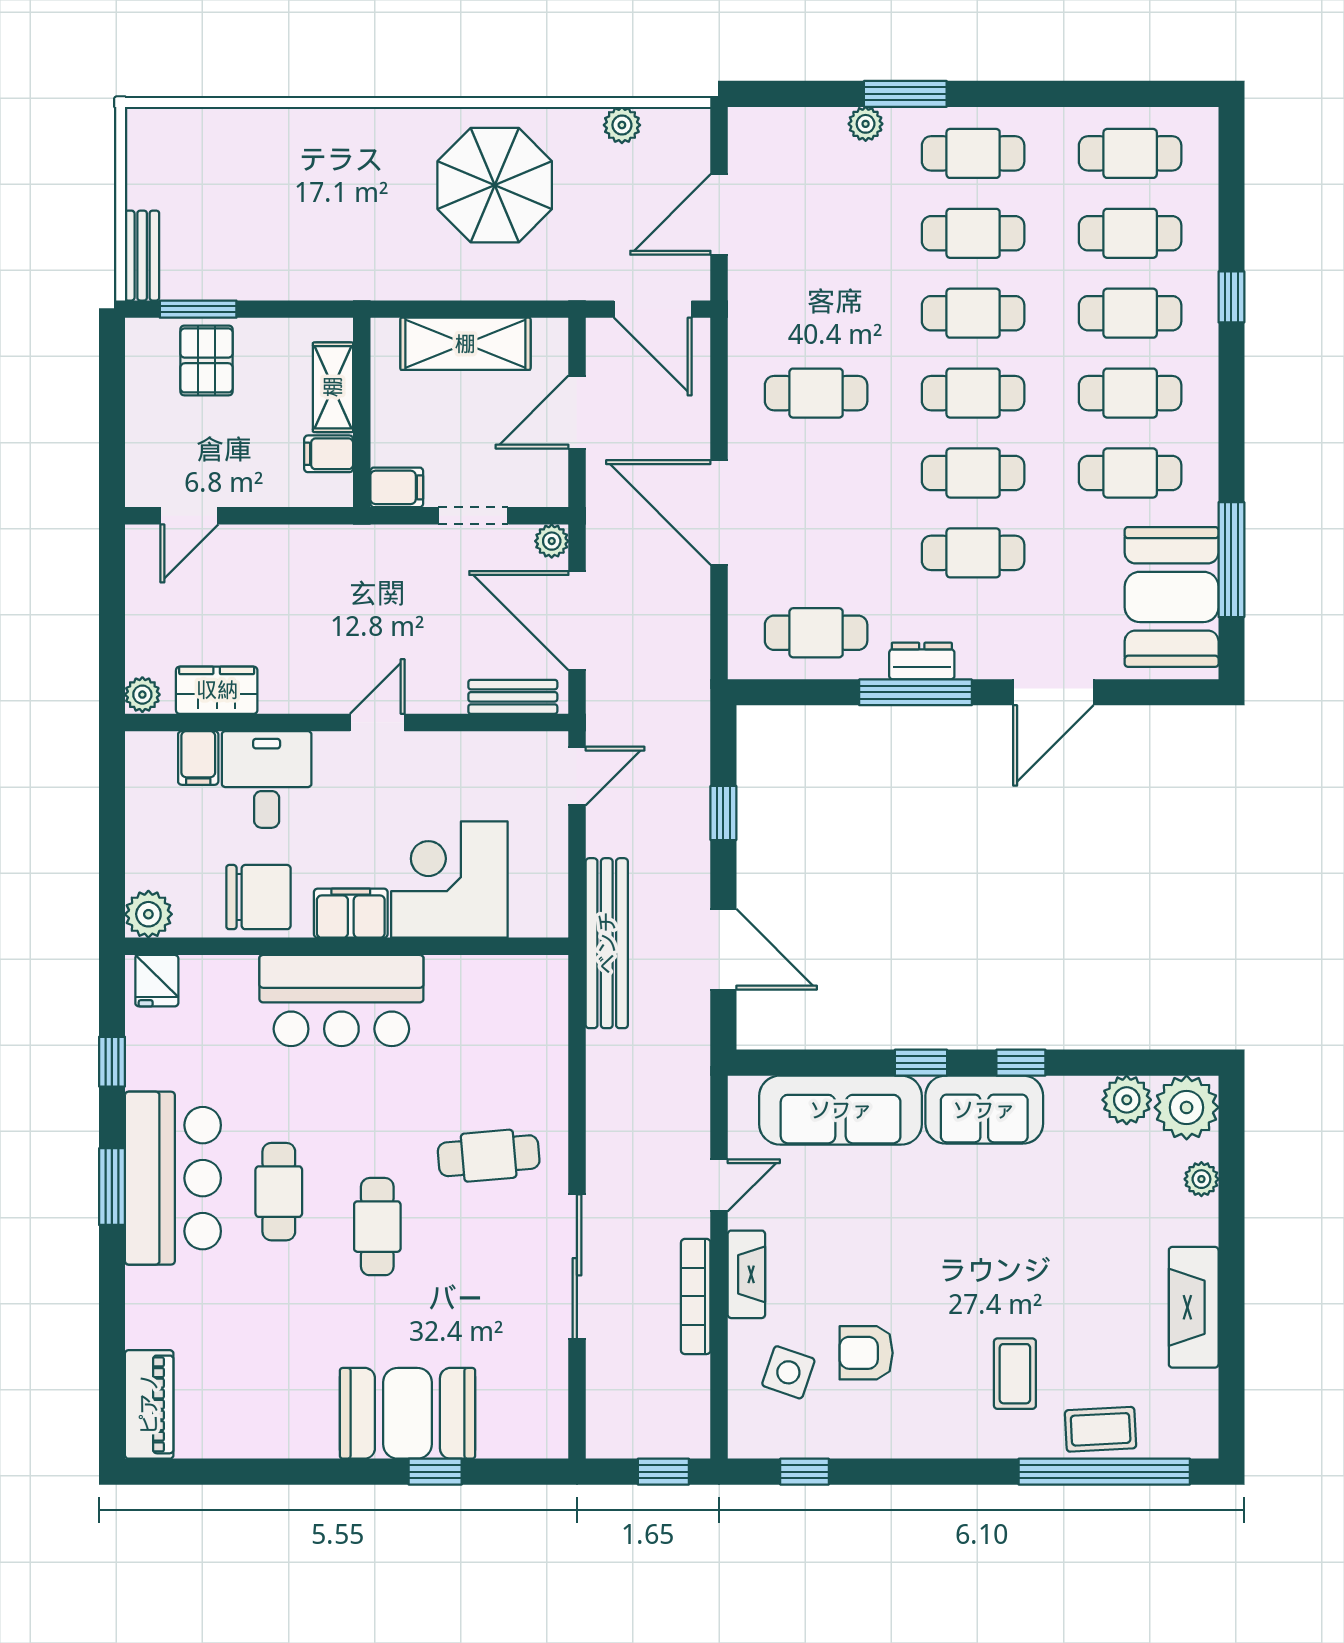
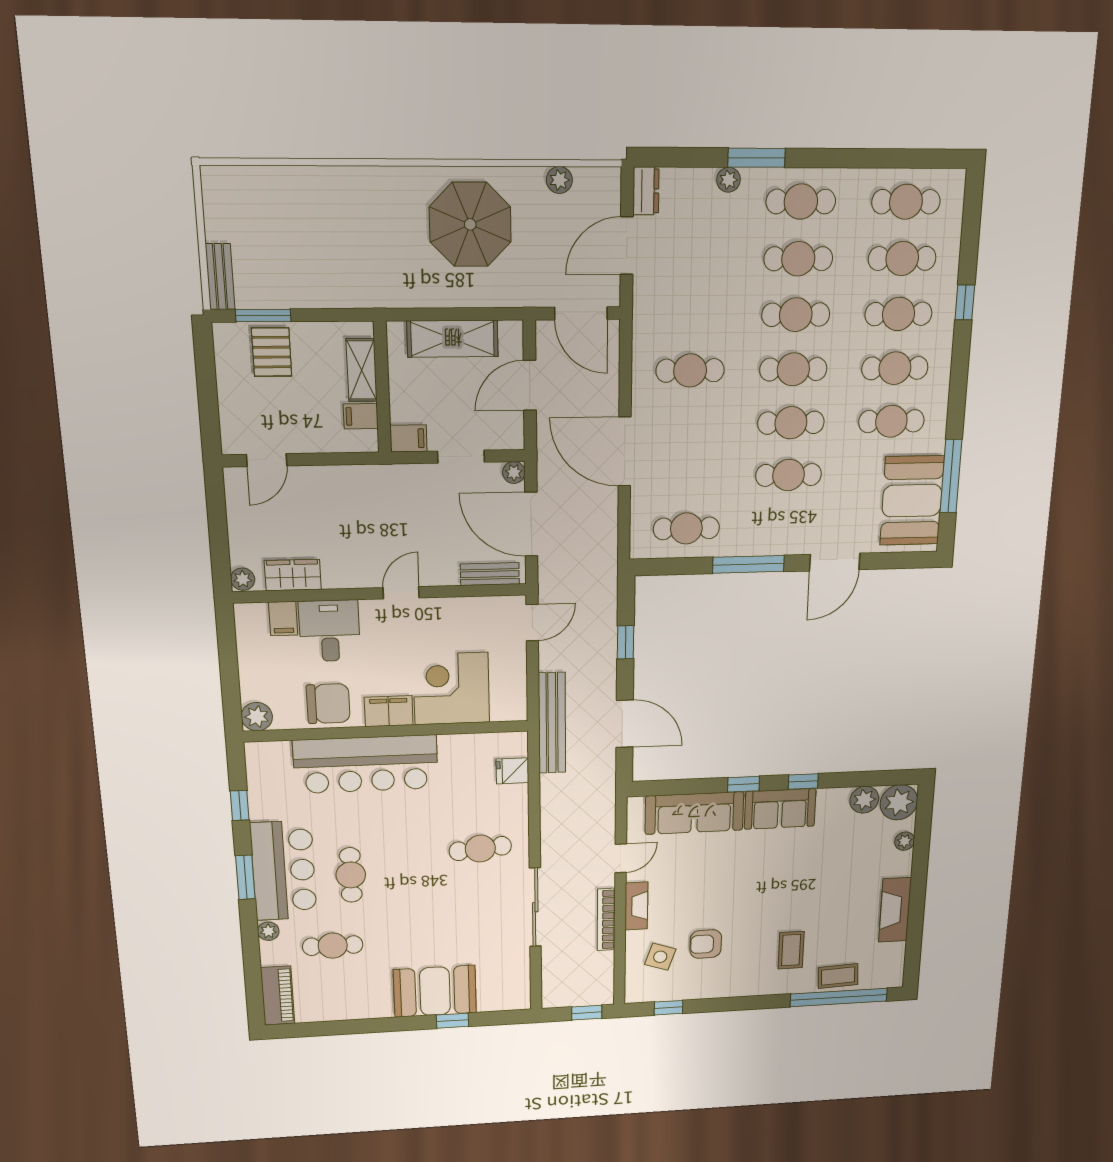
dresser: (922, 661) -> (646, 191), moved, turned 90
fridge: (157, 981) -> (512, 771), moved, turned 90
bar counter: (341, 1001) -> (366, 764), width x1.36
cafe table: (377, 1227) -> (333, 946), moved, turned 90
plant: (142, 1285) -> (268, 931), added

